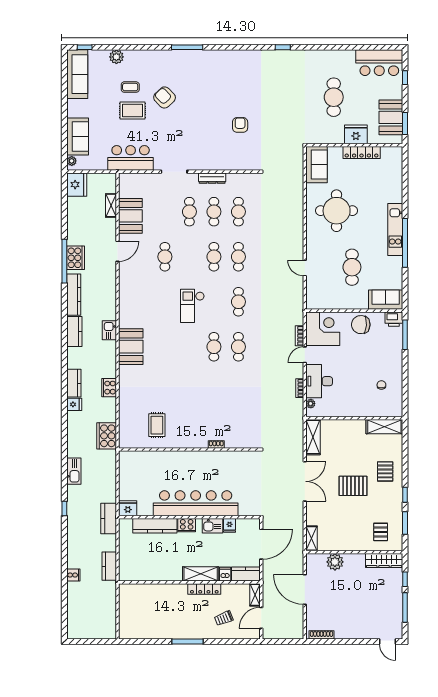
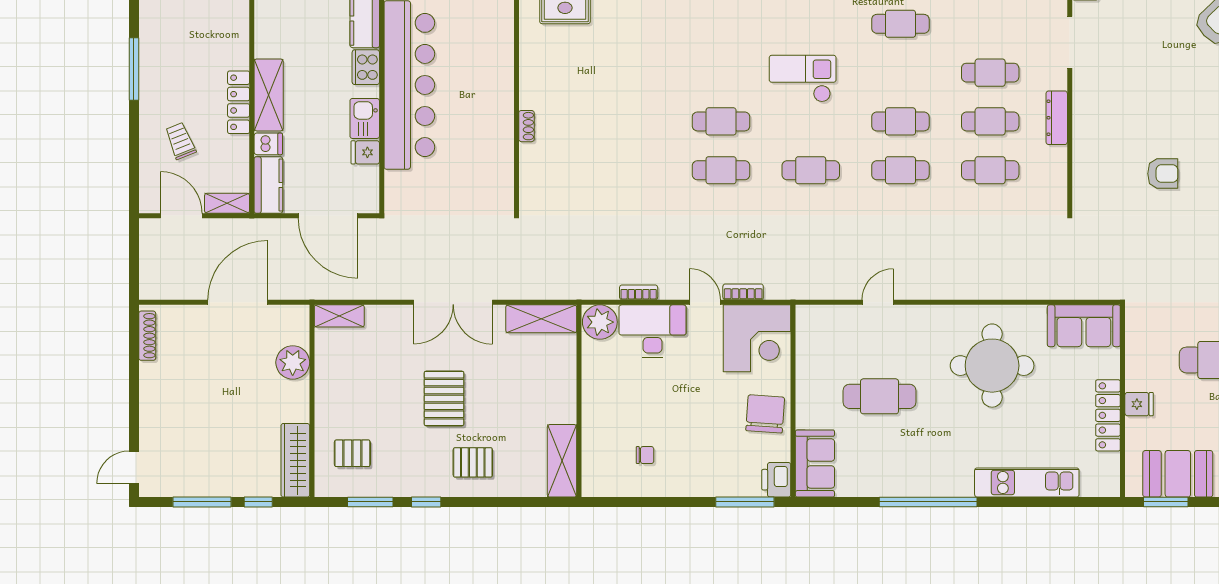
fridge: (356, 134) -> (1139, 404), width x0.53, depth x0.75
kitchen unit: (395, 230) -> (1027, 482), moved
plant: (311, 404) -> (600, 322), width x1.87, depth x1.87

